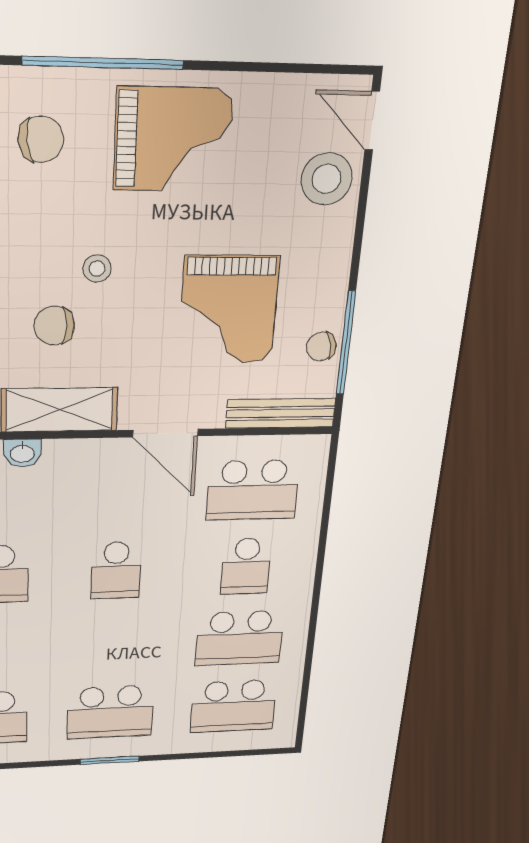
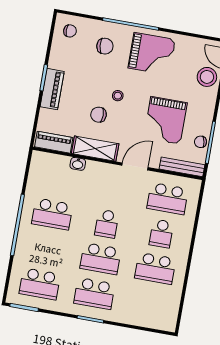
door: (166, 433) -> (135, 166), swing flipped
school desk: (233, 706) -> (101, 259), moved

